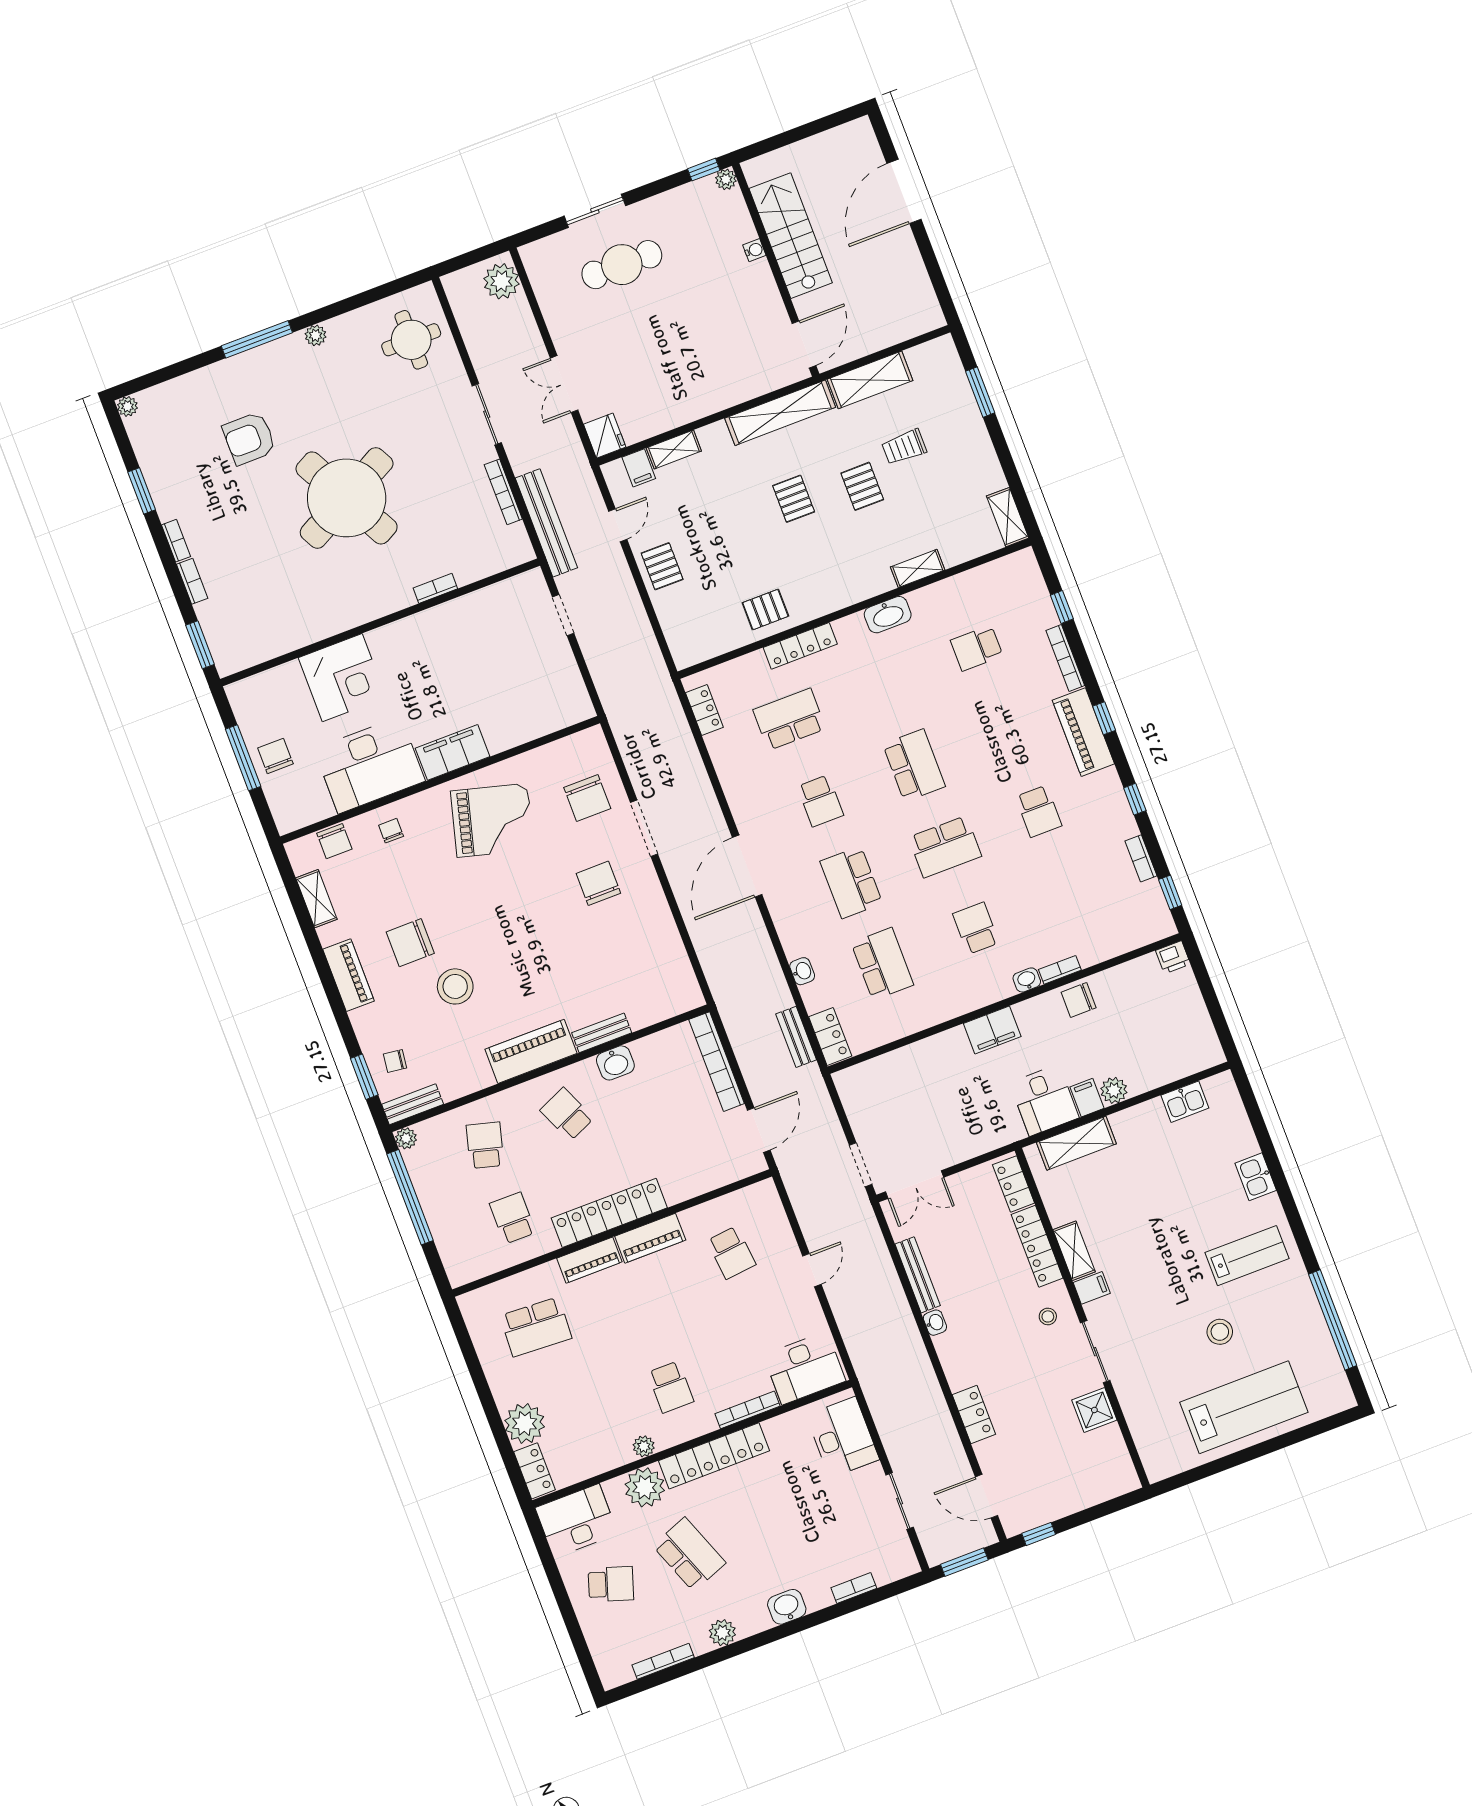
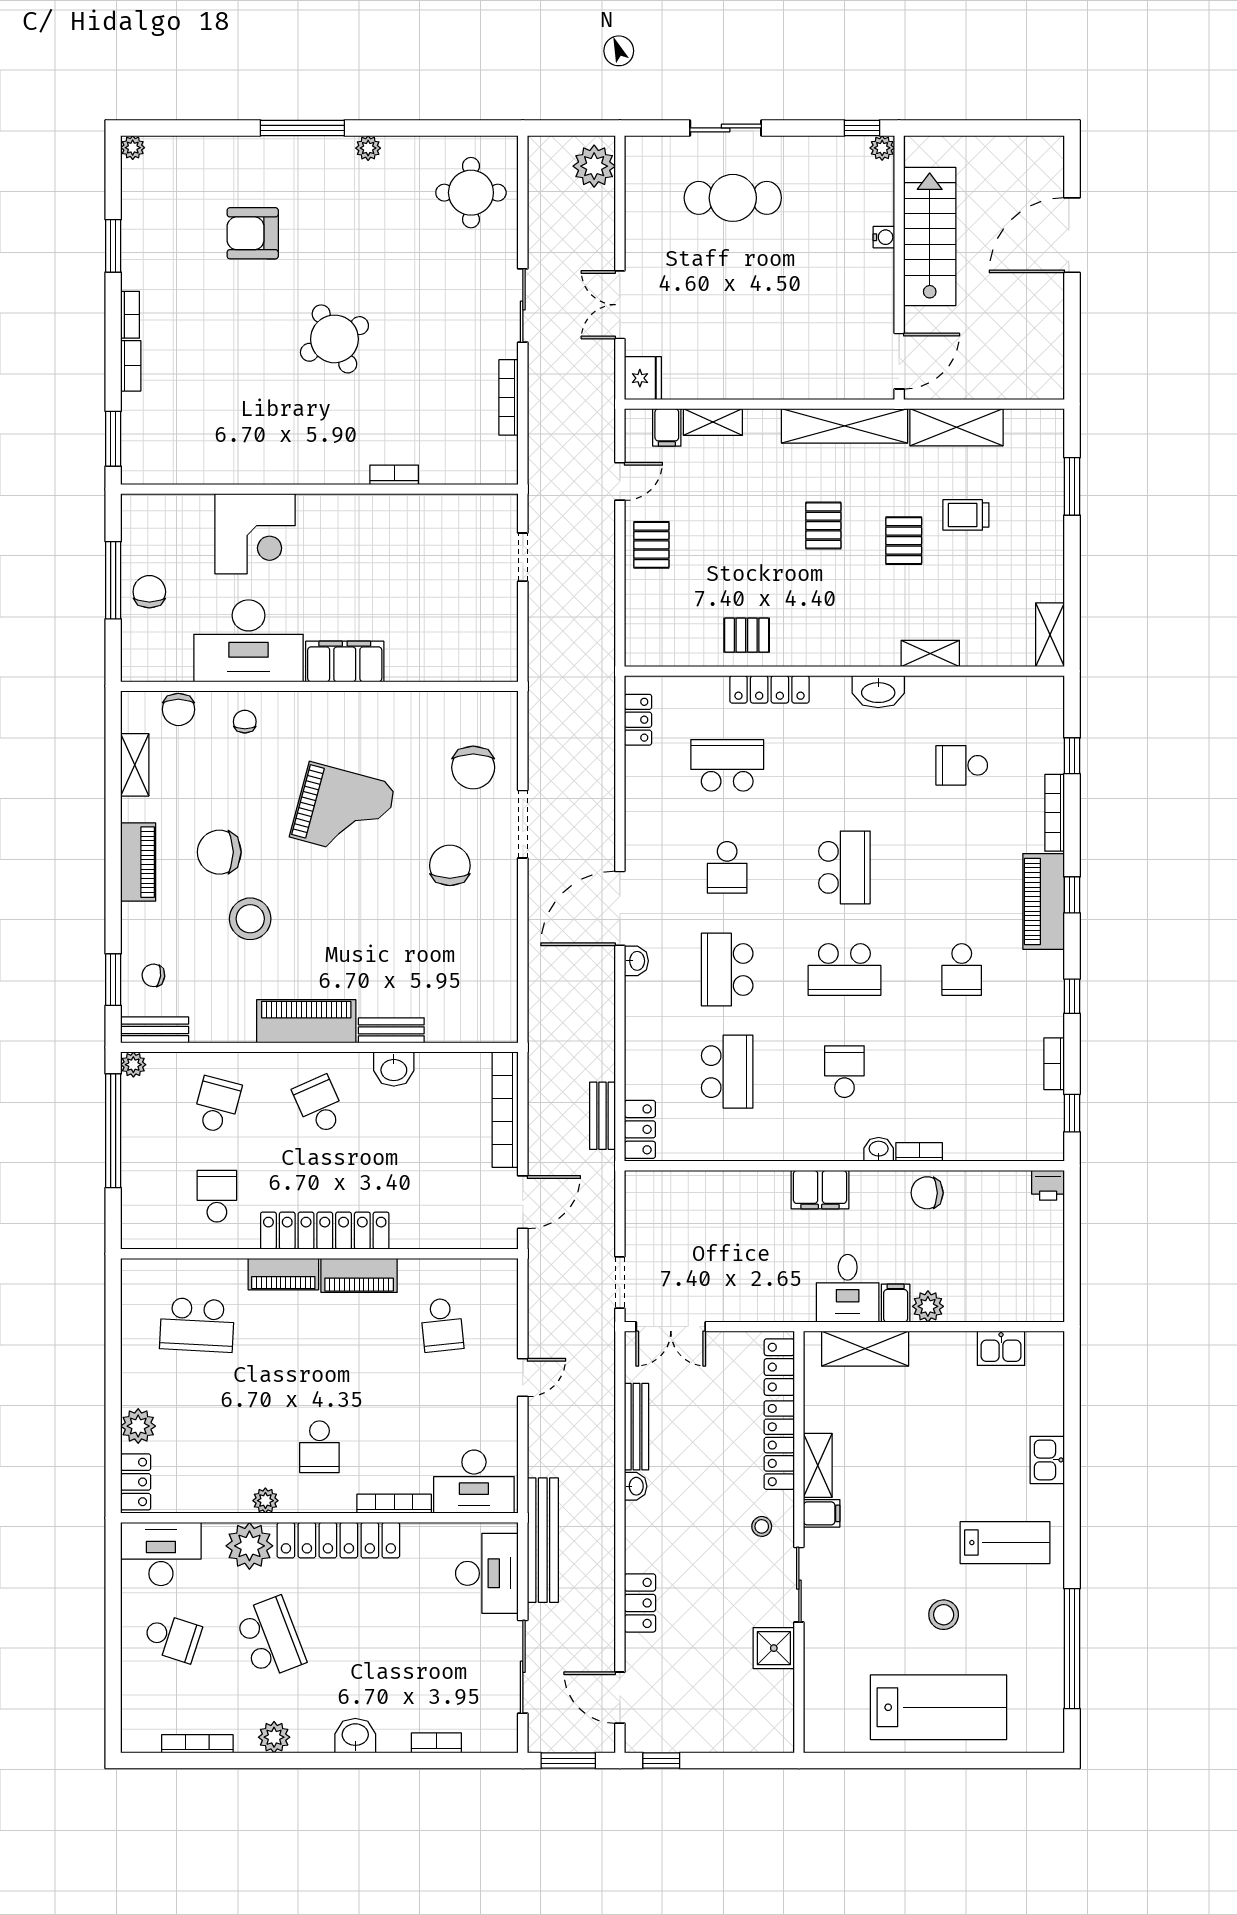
round table: (347, 498) -> (334, 339), width x0.54, depth x0.54
bench: (546, 523) -> (543, 1540), moved
grand piano: (492, 820) -> (343, 811), moved
washbasin: (802, 971) -> (636, 961), moved
plant: (525, 1424) -> (138, 1426), width x0.73, depth x0.73
sliding door: (900, 1501) -> (523, 1667), width x1.37

